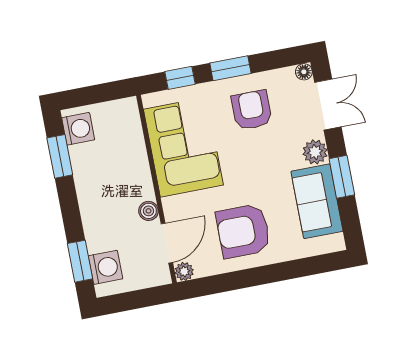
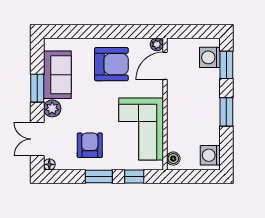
armchair: (252, 110) -> (90, 145), turned 180
window: (60, 156) -> (226, 112), moved
boiler: (148, 211) -> (173, 159), moved

